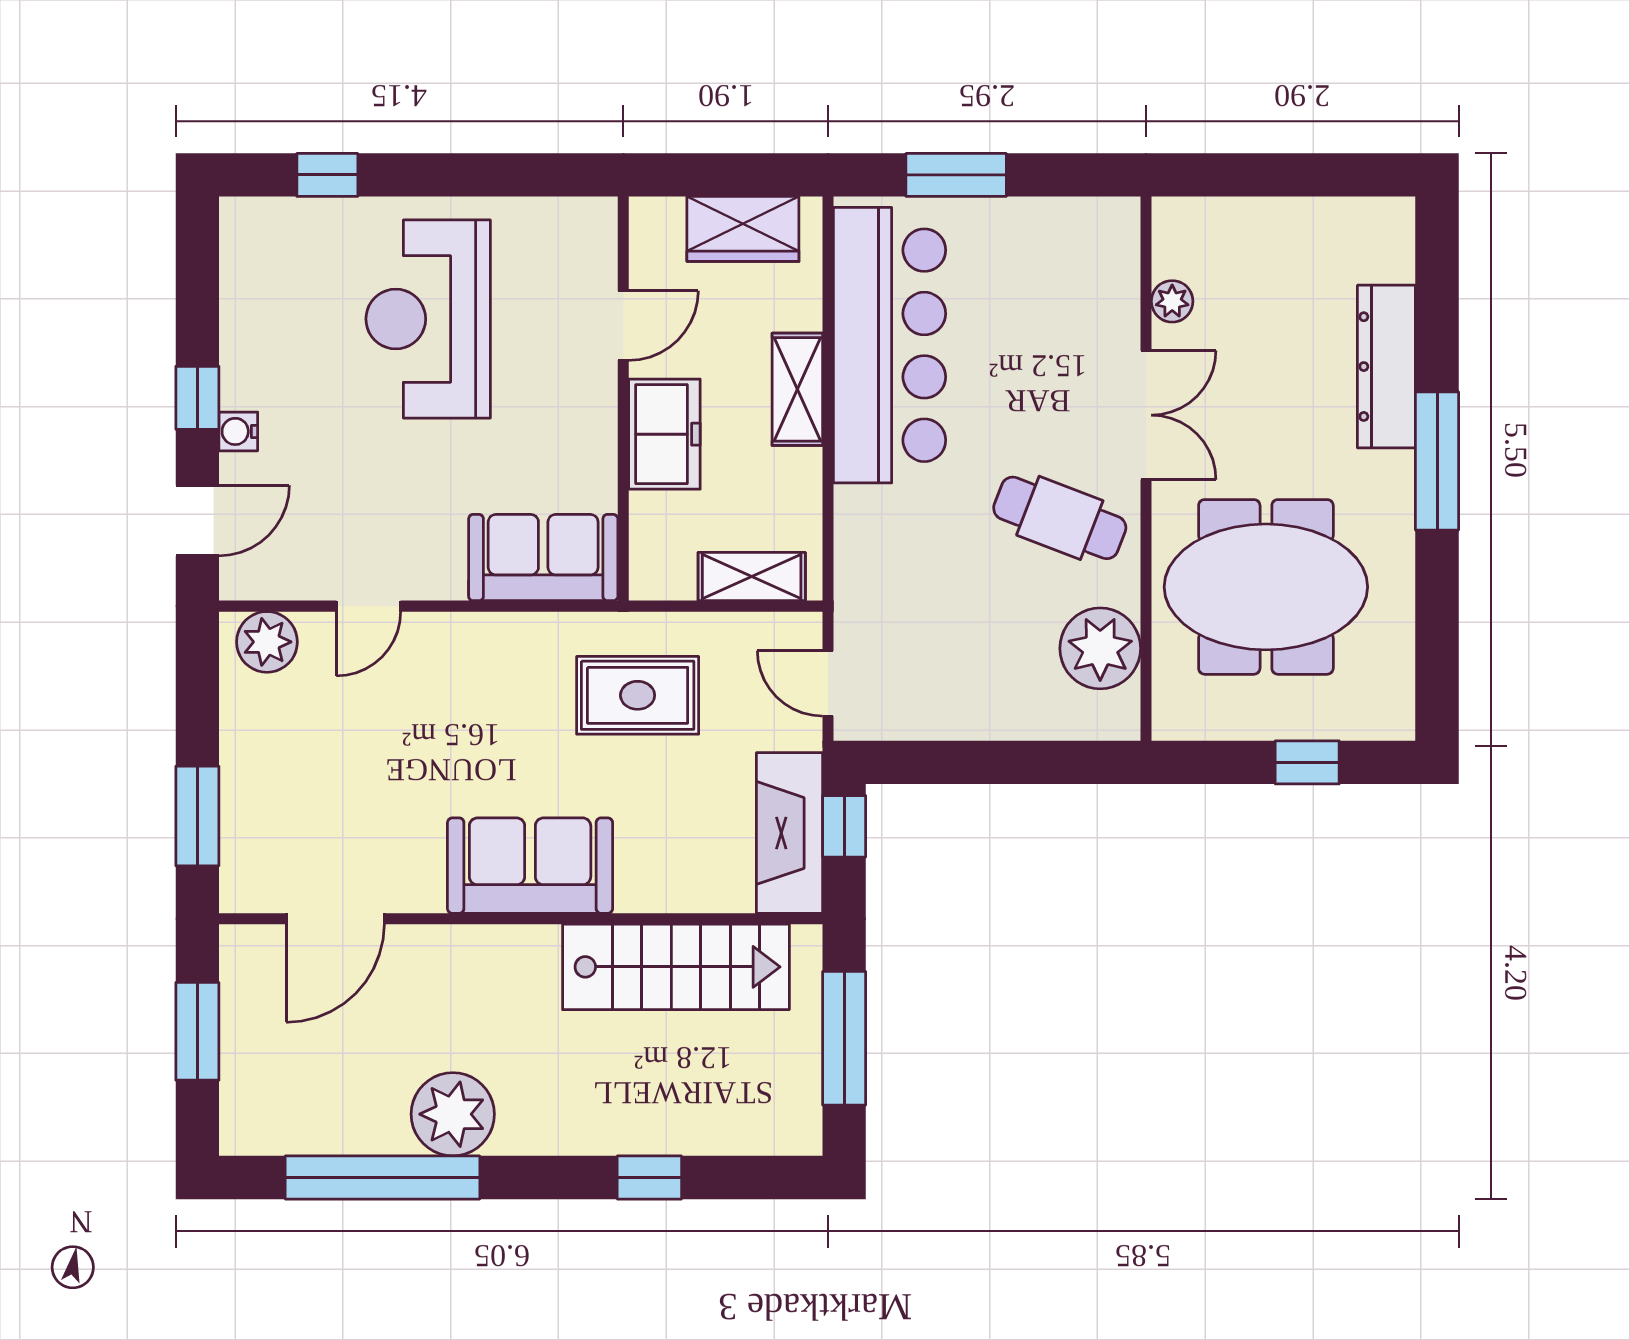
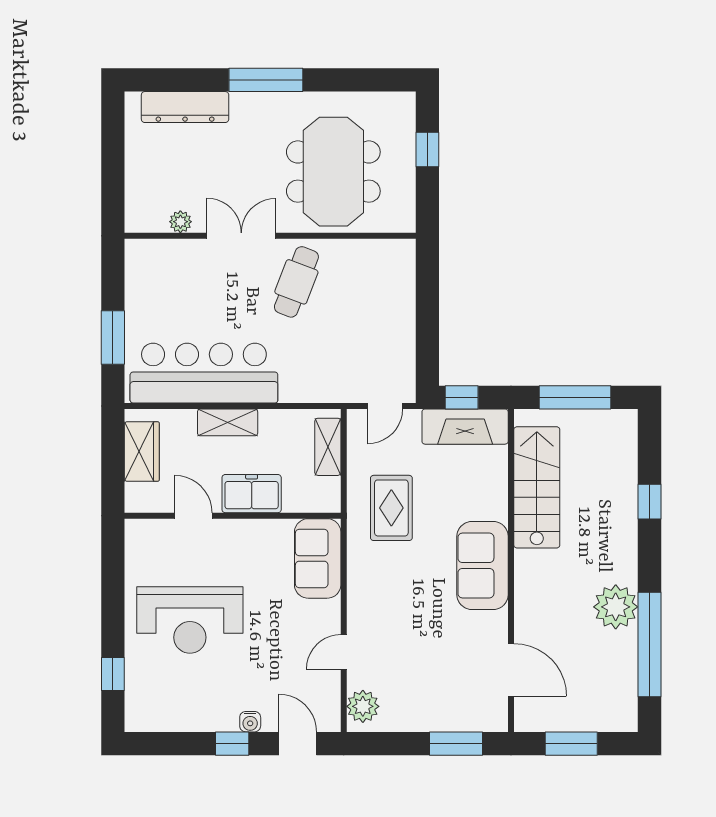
dresser: (1386, 367) -> (185, 107), moved
door: (368, 606) -> (344, 652), swing flipped
plant: (1100, 648) -> (366, 260), removed

